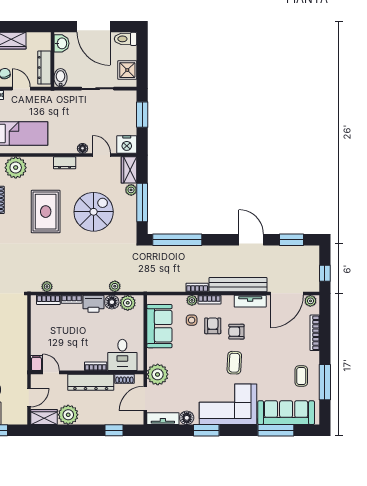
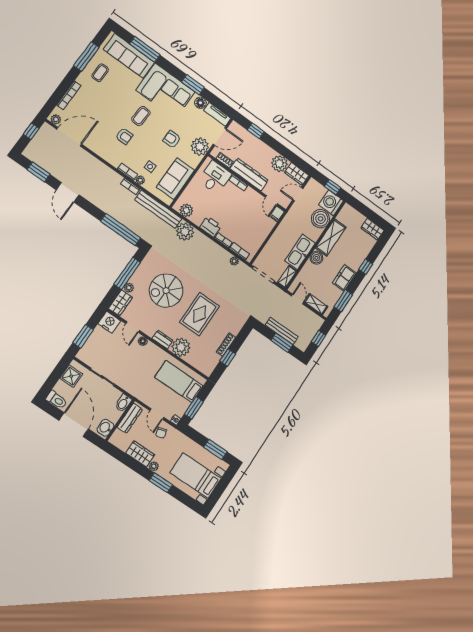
plant: (16, 168) -> (181, 347), moved
bench: (238, 285) -> (158, 209), moved
plant: (115, 286) -> (185, 232), width x1.87, depth x1.87
tv unit: (250, 301) -> (99, 150), removed
floor lamp: (112, 302) -> (197, 219), removed
armchair: (213, 326) -> (172, 139), moved, turned 90

